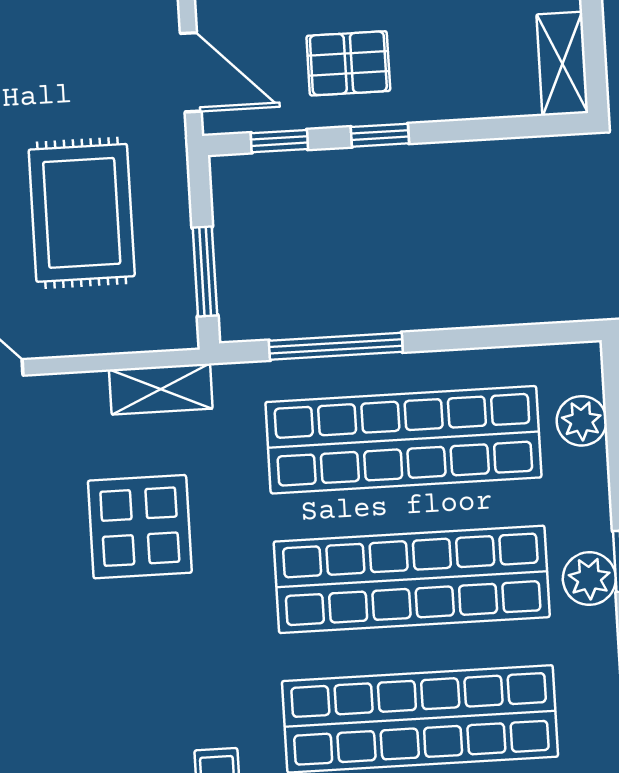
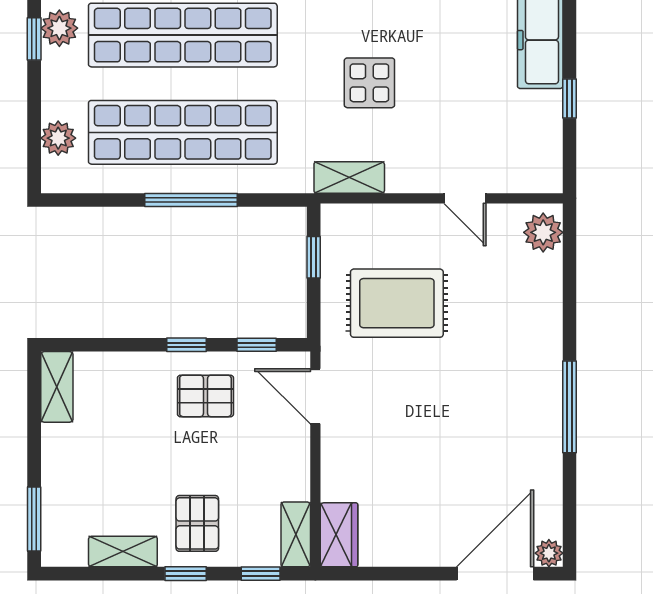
rug: (82, 213) -> (397, 303), turned 90
window: (205, 271) -> (314, 257), width x0.67
window: (336, 346) -> (191, 200), moved
display table: (140, 527) -> (369, 83), width x0.73, depth x0.73

